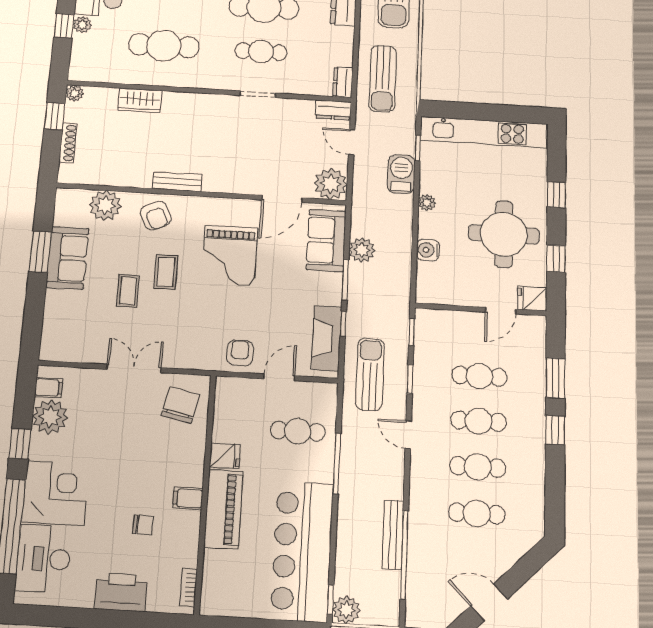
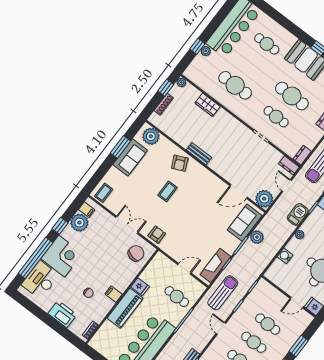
plant: (105, 206) -> (151, 136), moved
grand piano: (230, 255) -> (199, 202), removed
coffee table: (128, 291) -> (104, 193), moved
armchair: (240, 353) -> (157, 235), moved

